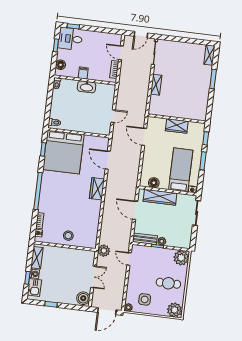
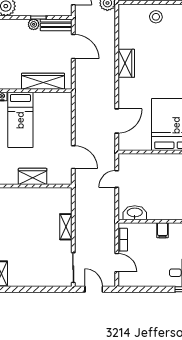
door: (141, 35) -> (94, 289), hinge flipped
washbasin: (87, 87) -> (135, 213), moved
door: (108, 160) -> (117, 121), hinge flipped
floor lamp: (154, 183) -> (53, 99), removed
wardrobe: (97, 189) -> (126, 63), moved
door: (135, 210) -> (73, 47), moved

